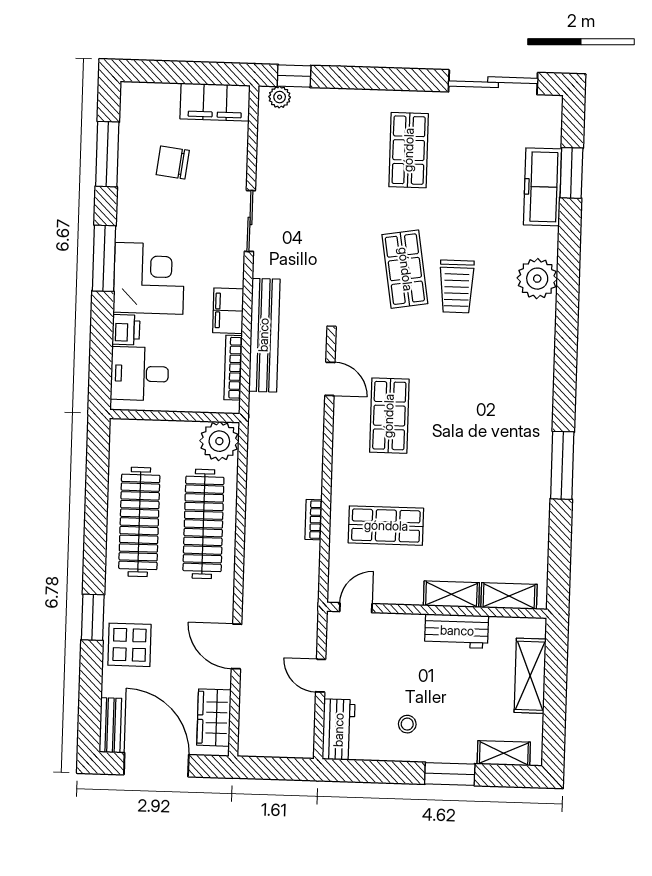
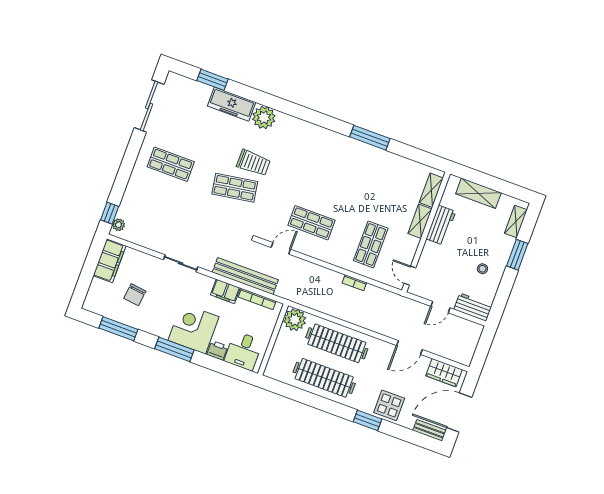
freezer: (542, 187) -> (232, 104), moved

